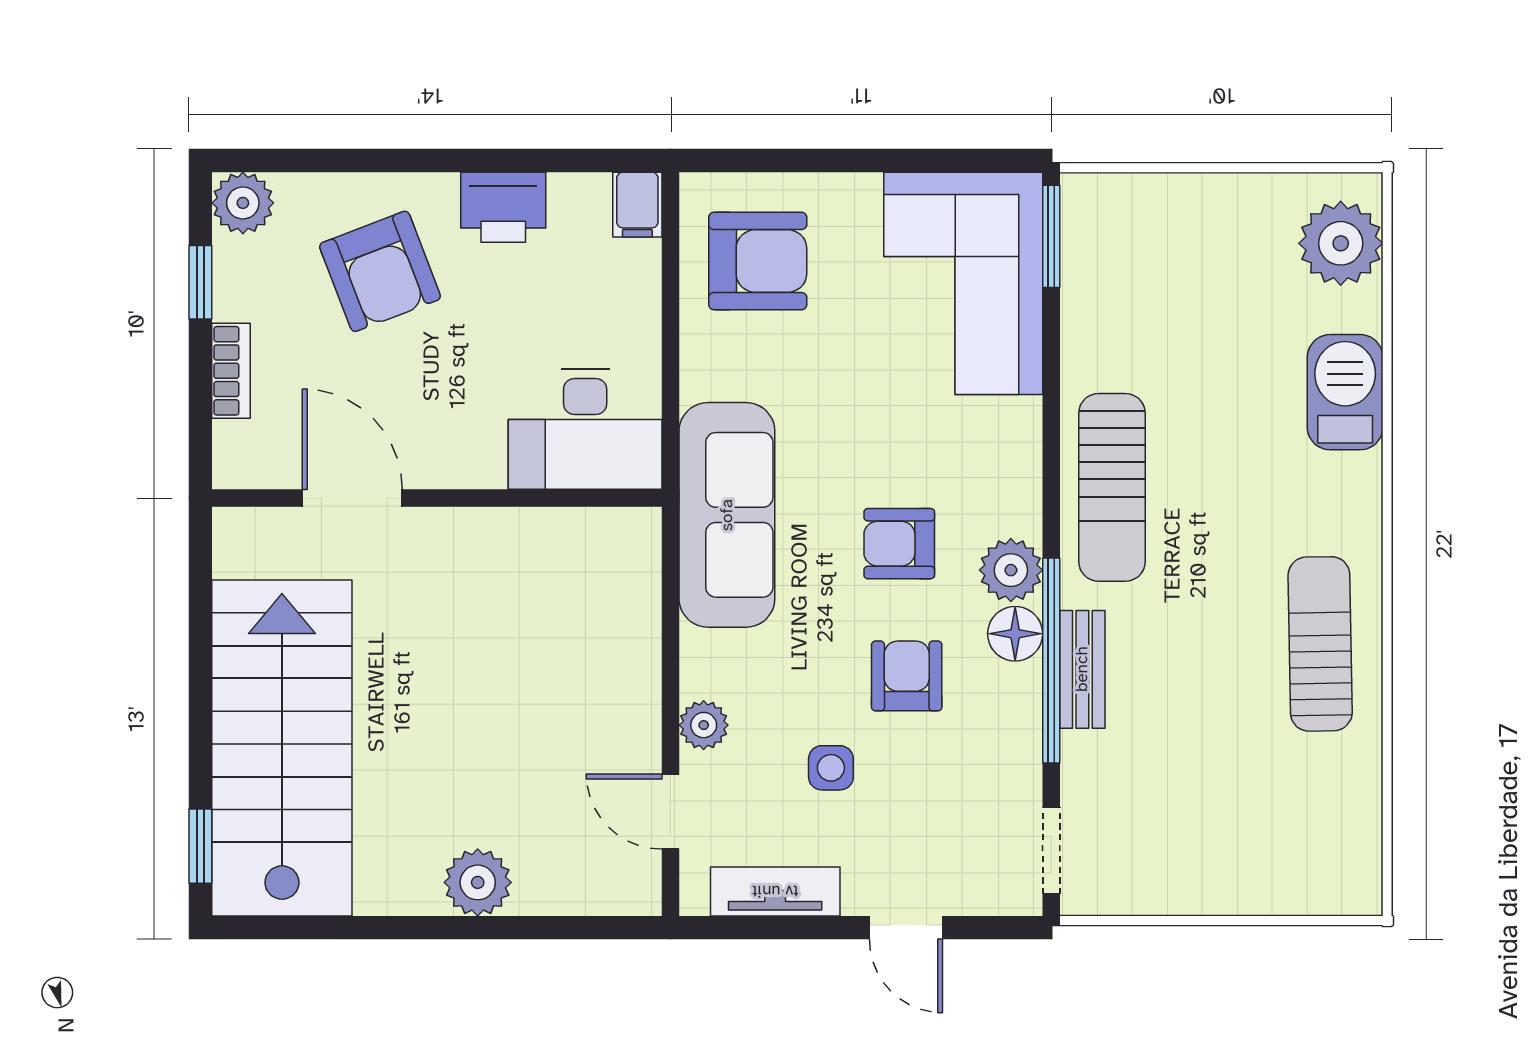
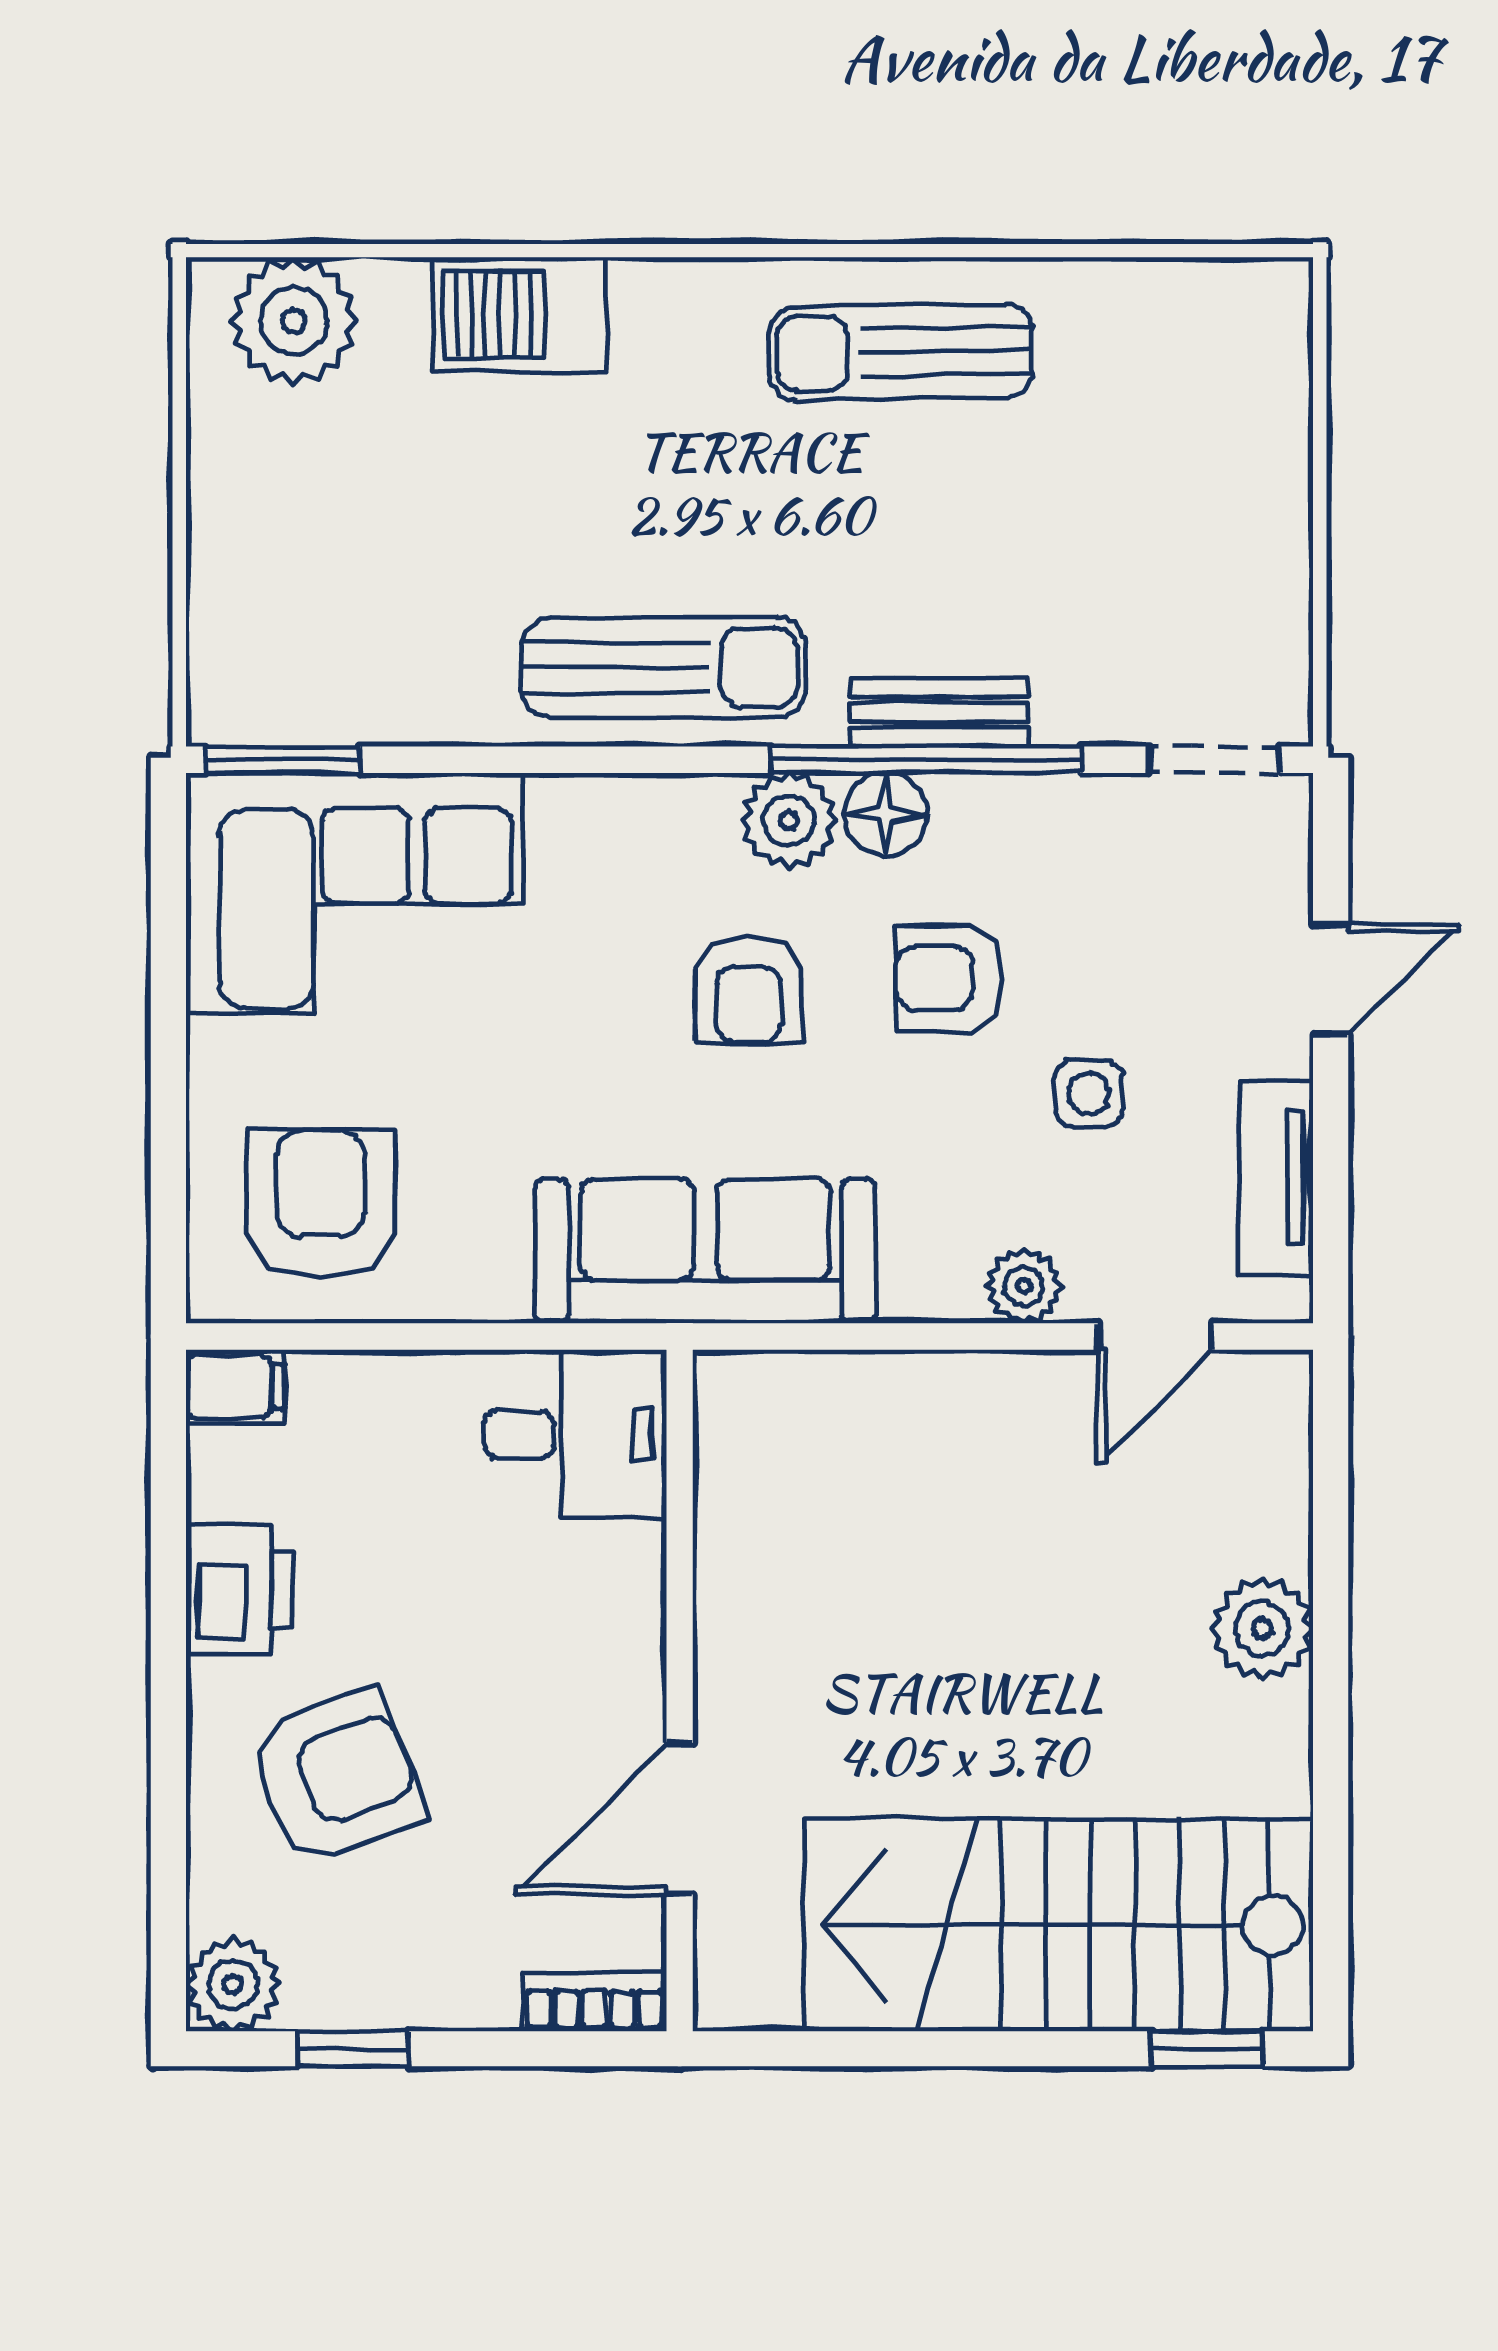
bookcase: (231, 371) -> (594, 2002), moved
desk: (585, 429) -> (575, 1434), width x0.73

